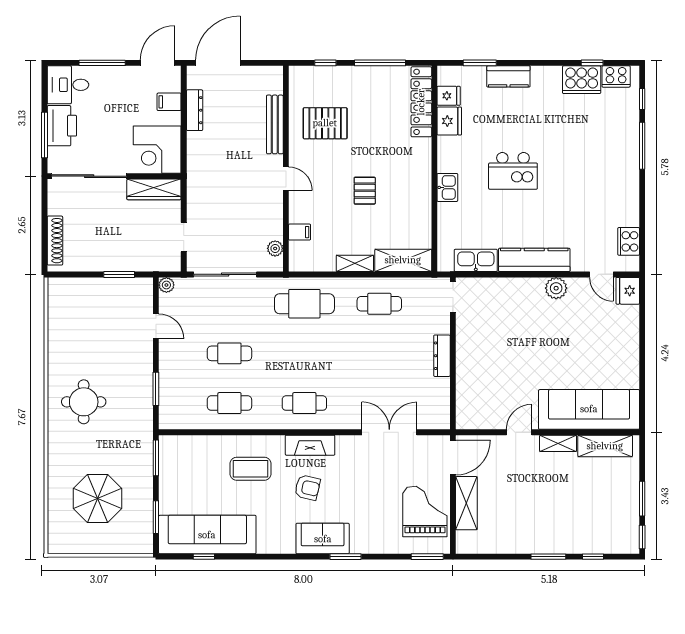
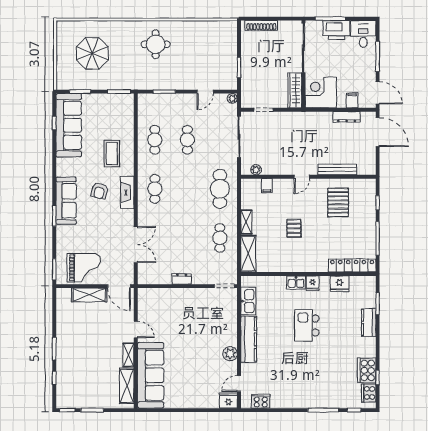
fridge: (449, 96) -> (313, 283), moved
pallet: (365, 191) -> (294, 228), turned 90
dresser: (442, 356) -> (182, 279), width x0.70
sofa: (323, 539) -> (66, 201), width x1.36

